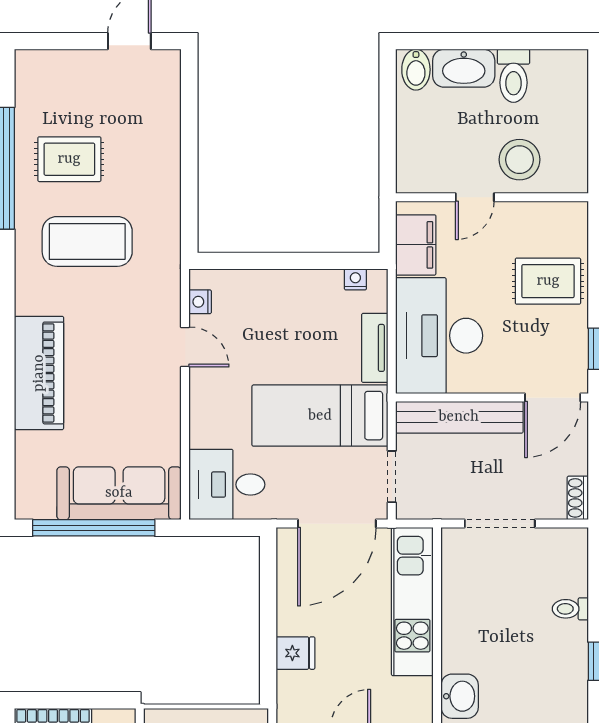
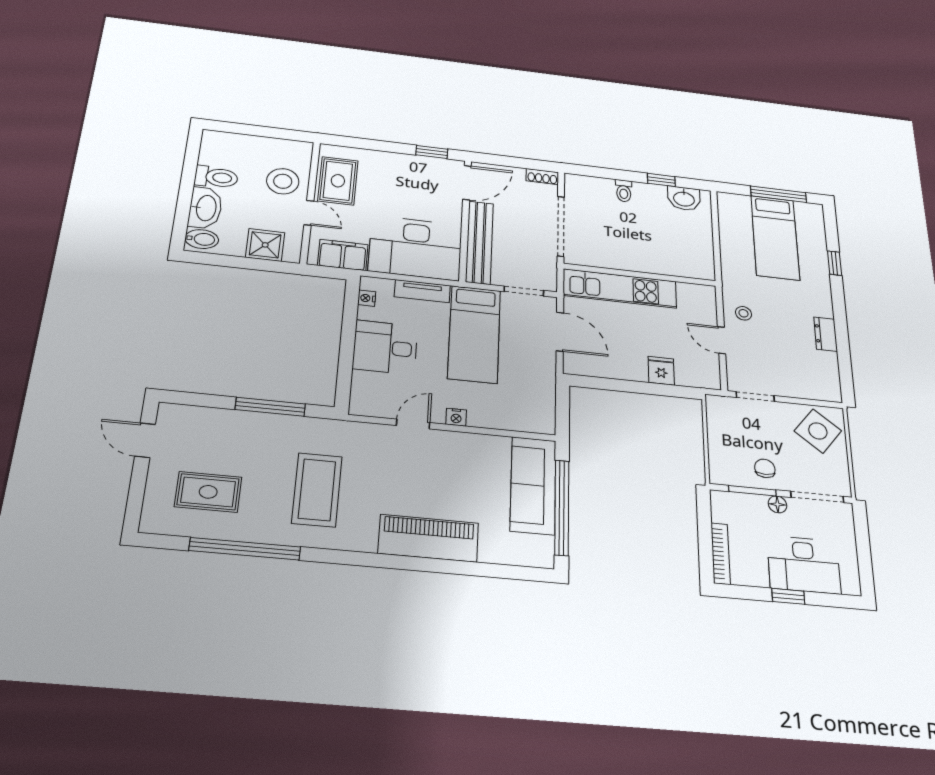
shower: (418, 148) -> (265, 245), added
rug: (69, 159) -> (208, 492), moved, turned 90
window: (189, 178) -> (270, 407), added
rug: (548, 281) -> (338, 181), moved
nightstand: (200, 302) -> (456, 417), moved
door: (553, 398) -> (467, 183), hinge flipped
desk: (227, 485) -> (385, 347), moved, turned 90
door: (337, 524) -> (560, 332), width x0.73
doorway: (500, 524) -> (561, 226), width x1.36
washbasin: (460, 696) -> (684, 198), moved, turned 180

